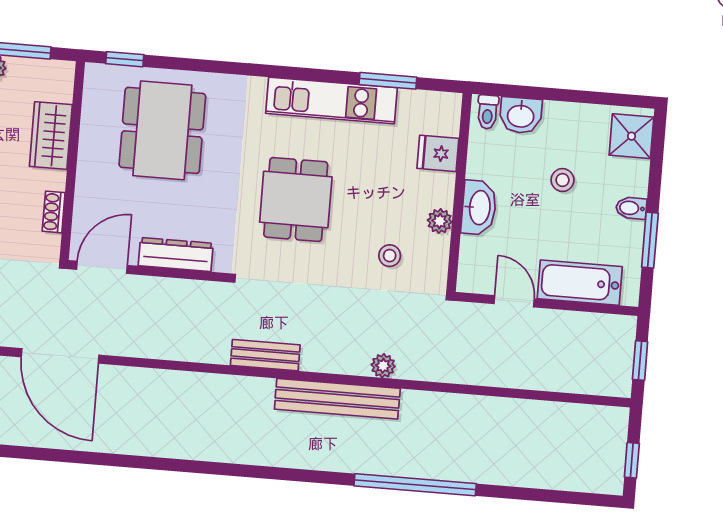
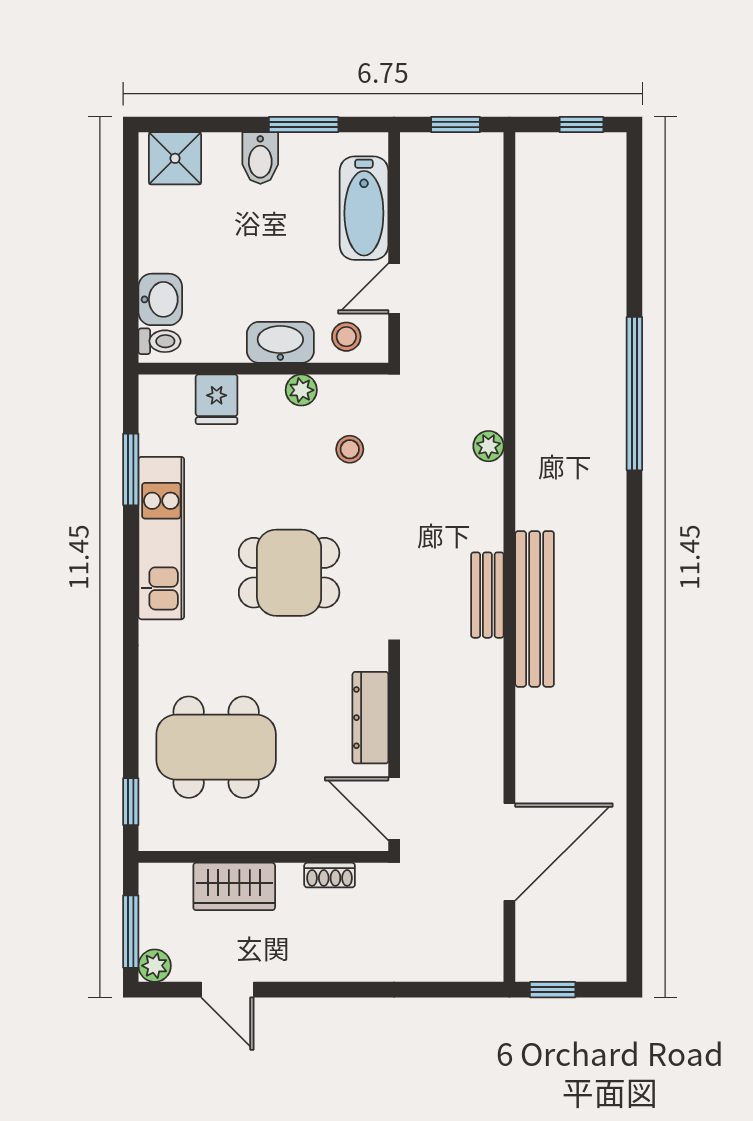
stool: (562, 180) -> (346, 337), moved
bidet: (631, 208) -> (260, 158), width x1.38, depth x1.36
bench: (337, 399) -> (535, 609), moved

